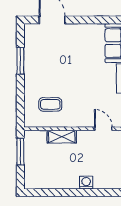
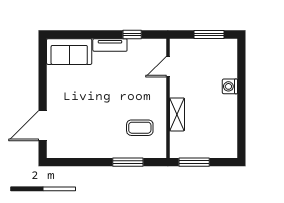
window: (20, 61) -> (128, 162), moved
coffee table: (50, 104) -> (140, 128), turned 90

